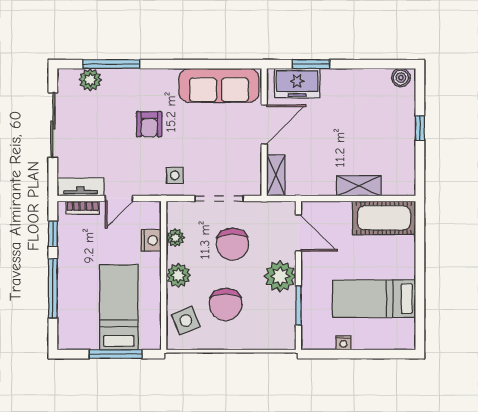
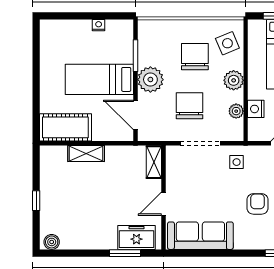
door: (264, 124) -> (163, 204), width x0.73
bed: (374, 299) -> (99, 79), moved, turned 180

